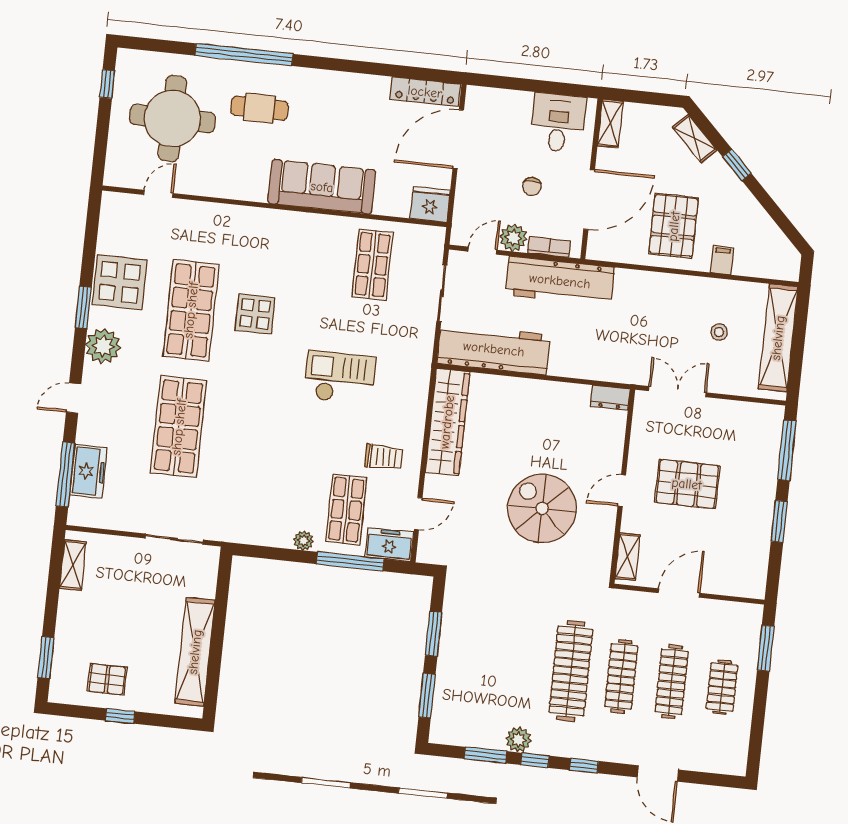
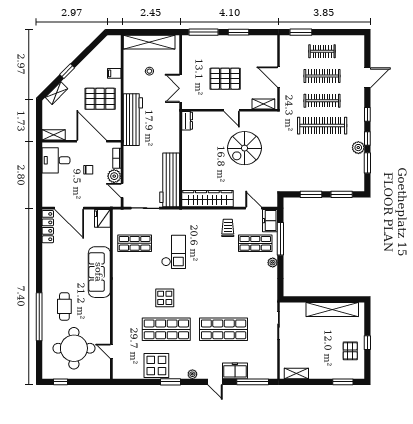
workbench: (560, 281) -> (133, 120), moved
plant: (103, 346) -> (192, 374), width x0.53, depth x0.53
checkout: (340, 378) -> (174, 252), moved, turned 180
freezer: (88, 471) -> (235, 371), moved
pallet: (687, 484) -> (225, 79), turned 90

